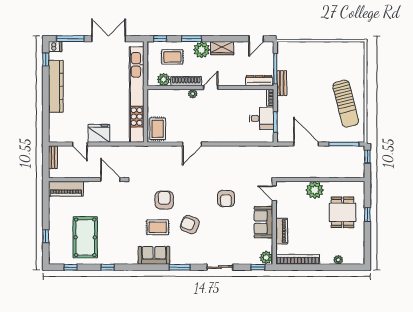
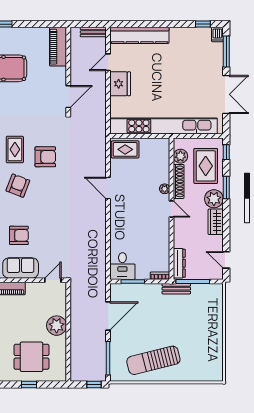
rug: (172, 57) -> (206, 166), width x1.36, depth x1.43
kitchen counter: (56, 86) -> (140, 35), moved
desk: (262, 118) -> (122, 266), moved
armchair: (226, 199) -> (19, 235), moved, turned 180

